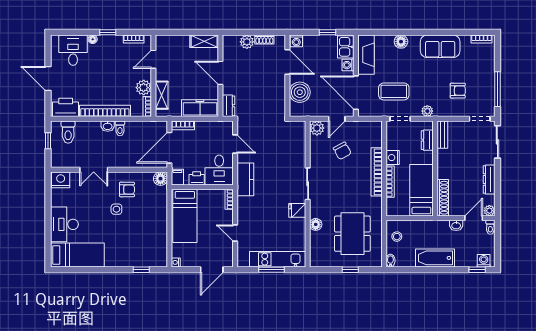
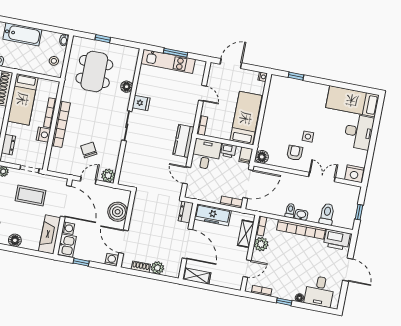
door: (220, 73) -> (187, 244), width x1.36
toilet: (68, 132) -> (327, 214), moved
armchair: (127, 189) -> (295, 153), turned 90

